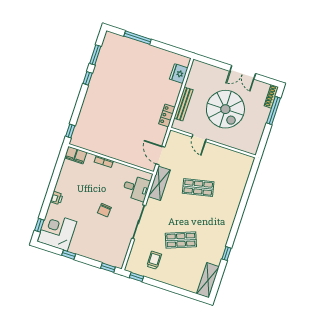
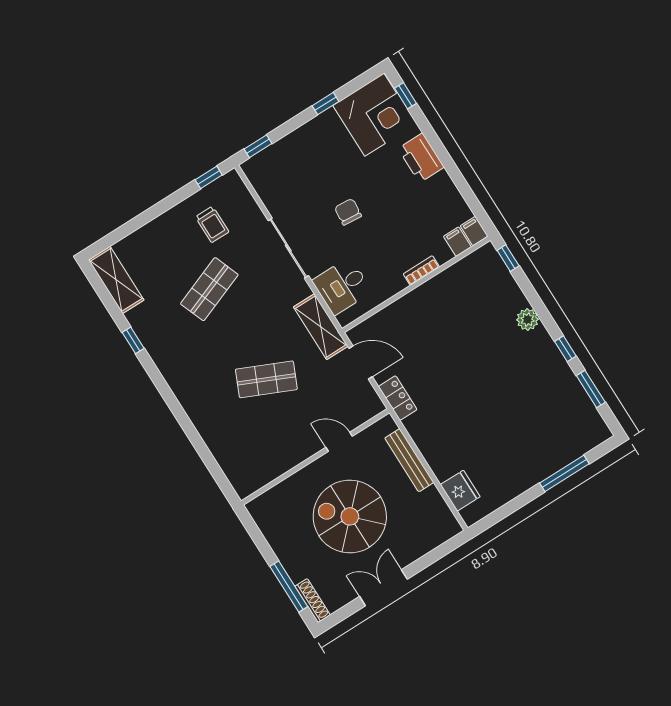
plant: (88, 103) -> (528, 320), added
locker: (167, 115) -> (398, 398), moved
shop shelf: (198, 188) -> (266, 379), turned 36
printer: (57, 198) -> (421, 158), width x1.87, depth x1.48

